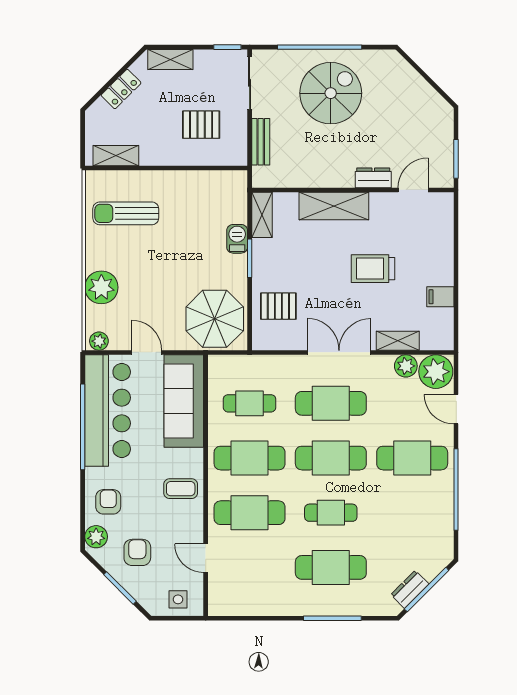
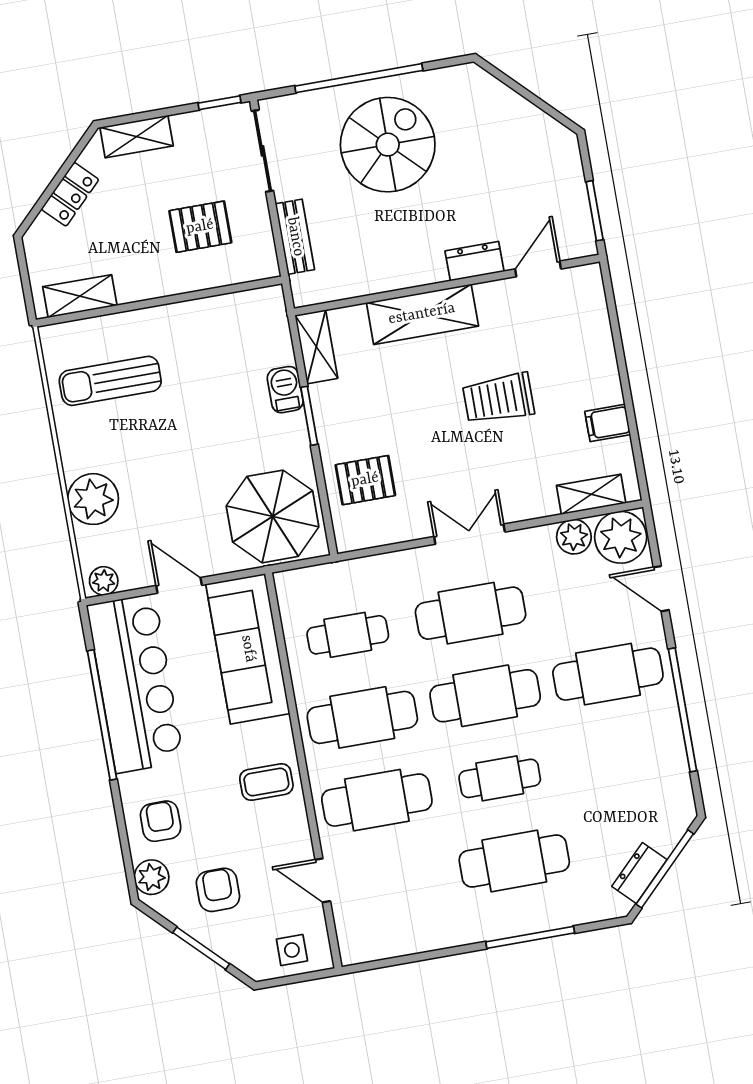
shelving: (398, 341) -> (591, 494), moved
double door: (339, 352) -> (469, 534), width x0.73

